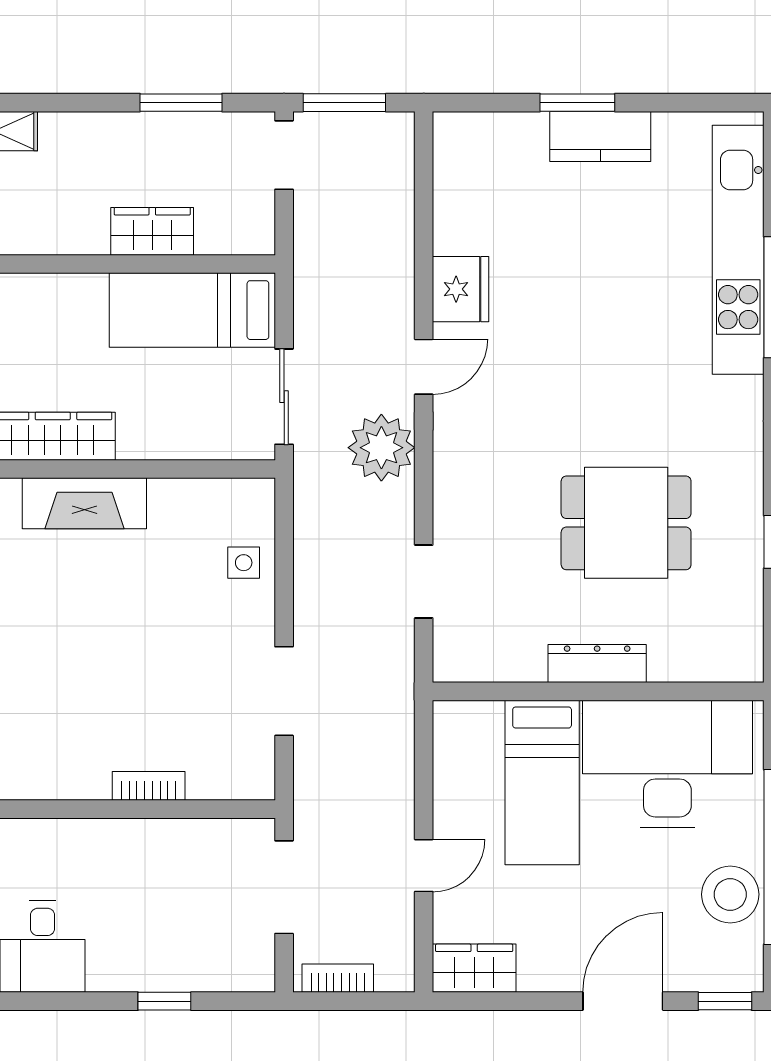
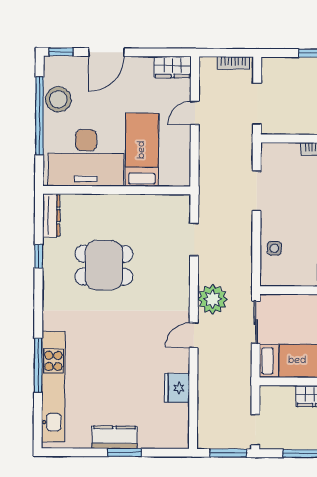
fridge: (461, 289) -> (177, 388), moved
dresser: (597, 664) -> (51, 215), moved, turned -90

